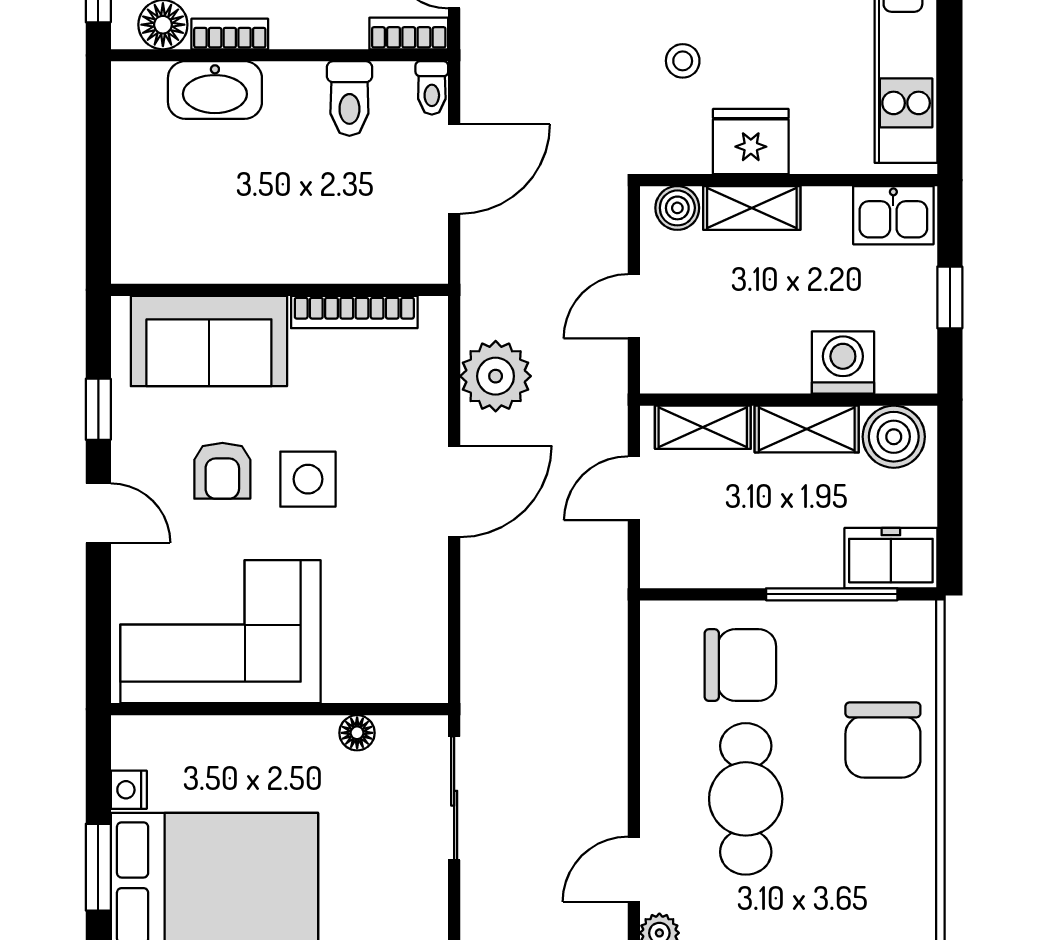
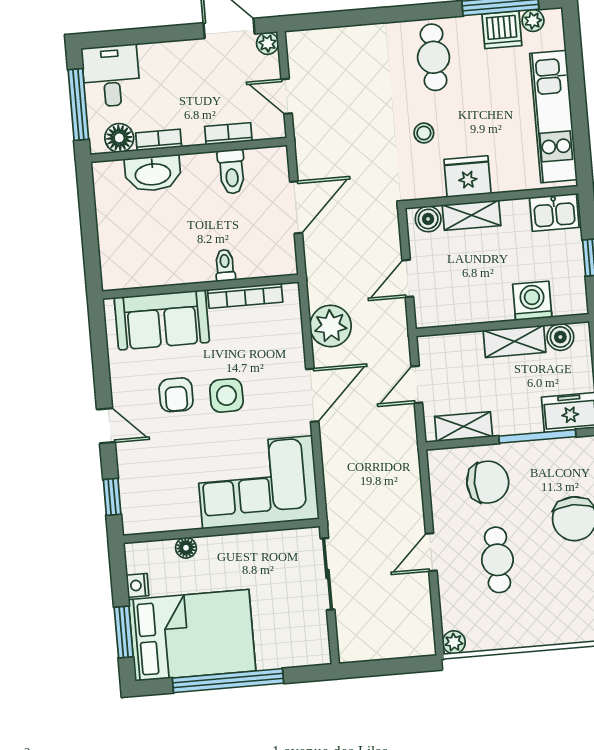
bookcase: (409, 33) -> (228, 134), moved
toilet: (432, 88) -> (225, 265), moved, turned 180
window: (98, 409) -> (112, 497), moved
shelving: (703, 427) -> (464, 427), moved
boiler: (894, 437) -> (560, 337), width x0.73, depth x0.73
corner sofa: (221, 632) -> (257, 482), moved
floor lamp: (357, 733) -> (186, 548), moved
cafe table: (746, 799) -> (497, 560), width x0.73, depth x0.74
door: (634, 869) -> (431, 552), moved

